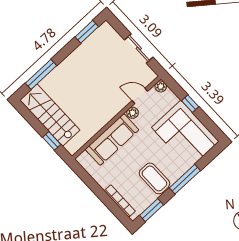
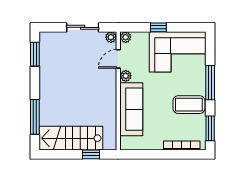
plant: (151, 76) -> (111, 37), added

